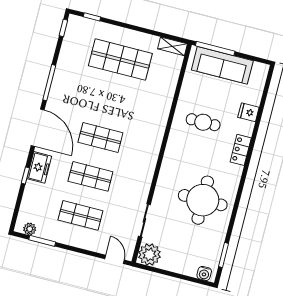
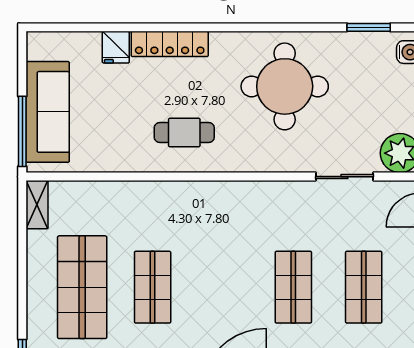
cafe table: (203, 122) -> (184, 132), moved, turned 90
shop shelf: (100, 137) -> (153, 287), moved
locker: (241, 150) -> (170, 44), width x1.53

